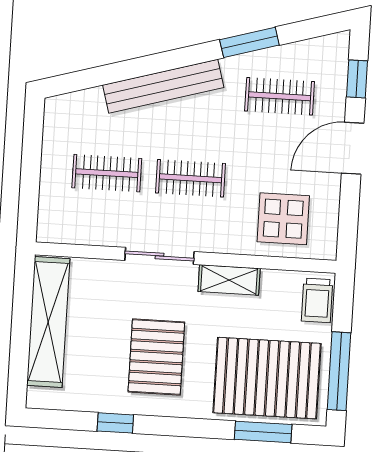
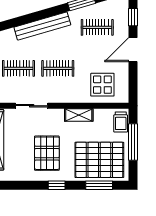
sliding door: (159, 256) -> (32, 106), moved
window: (339, 371) -> (133, 142), moved
window: (115, 423) -> (57, 185), moved

